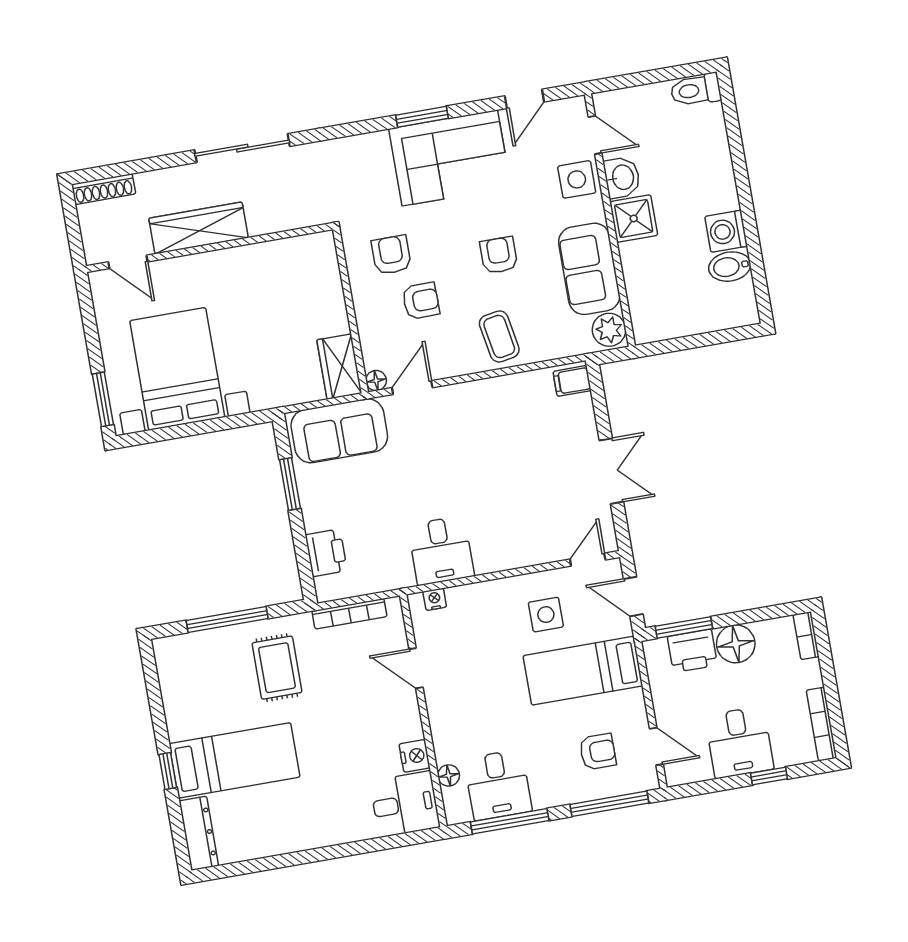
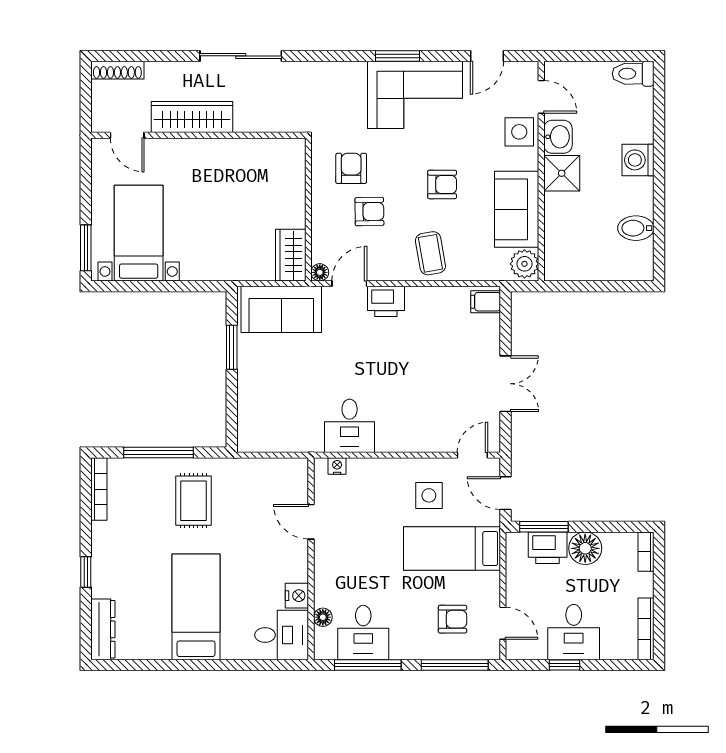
washing machine: (726, 231) -> (638, 160), moved
armchair: (499, 255) -> (442, 184), turned 90
bed with nightstands: (177, 369) -> (139, 233), width x0.73
printer: (326, 553) -> (386, 301), moved, turned 90
bookcase: (349, 614) -> (99, 489), moved, turned -90
bed: (235, 760) -> (196, 607), moved, turned -90
window: (769, 776) -> (565, 665), moved

